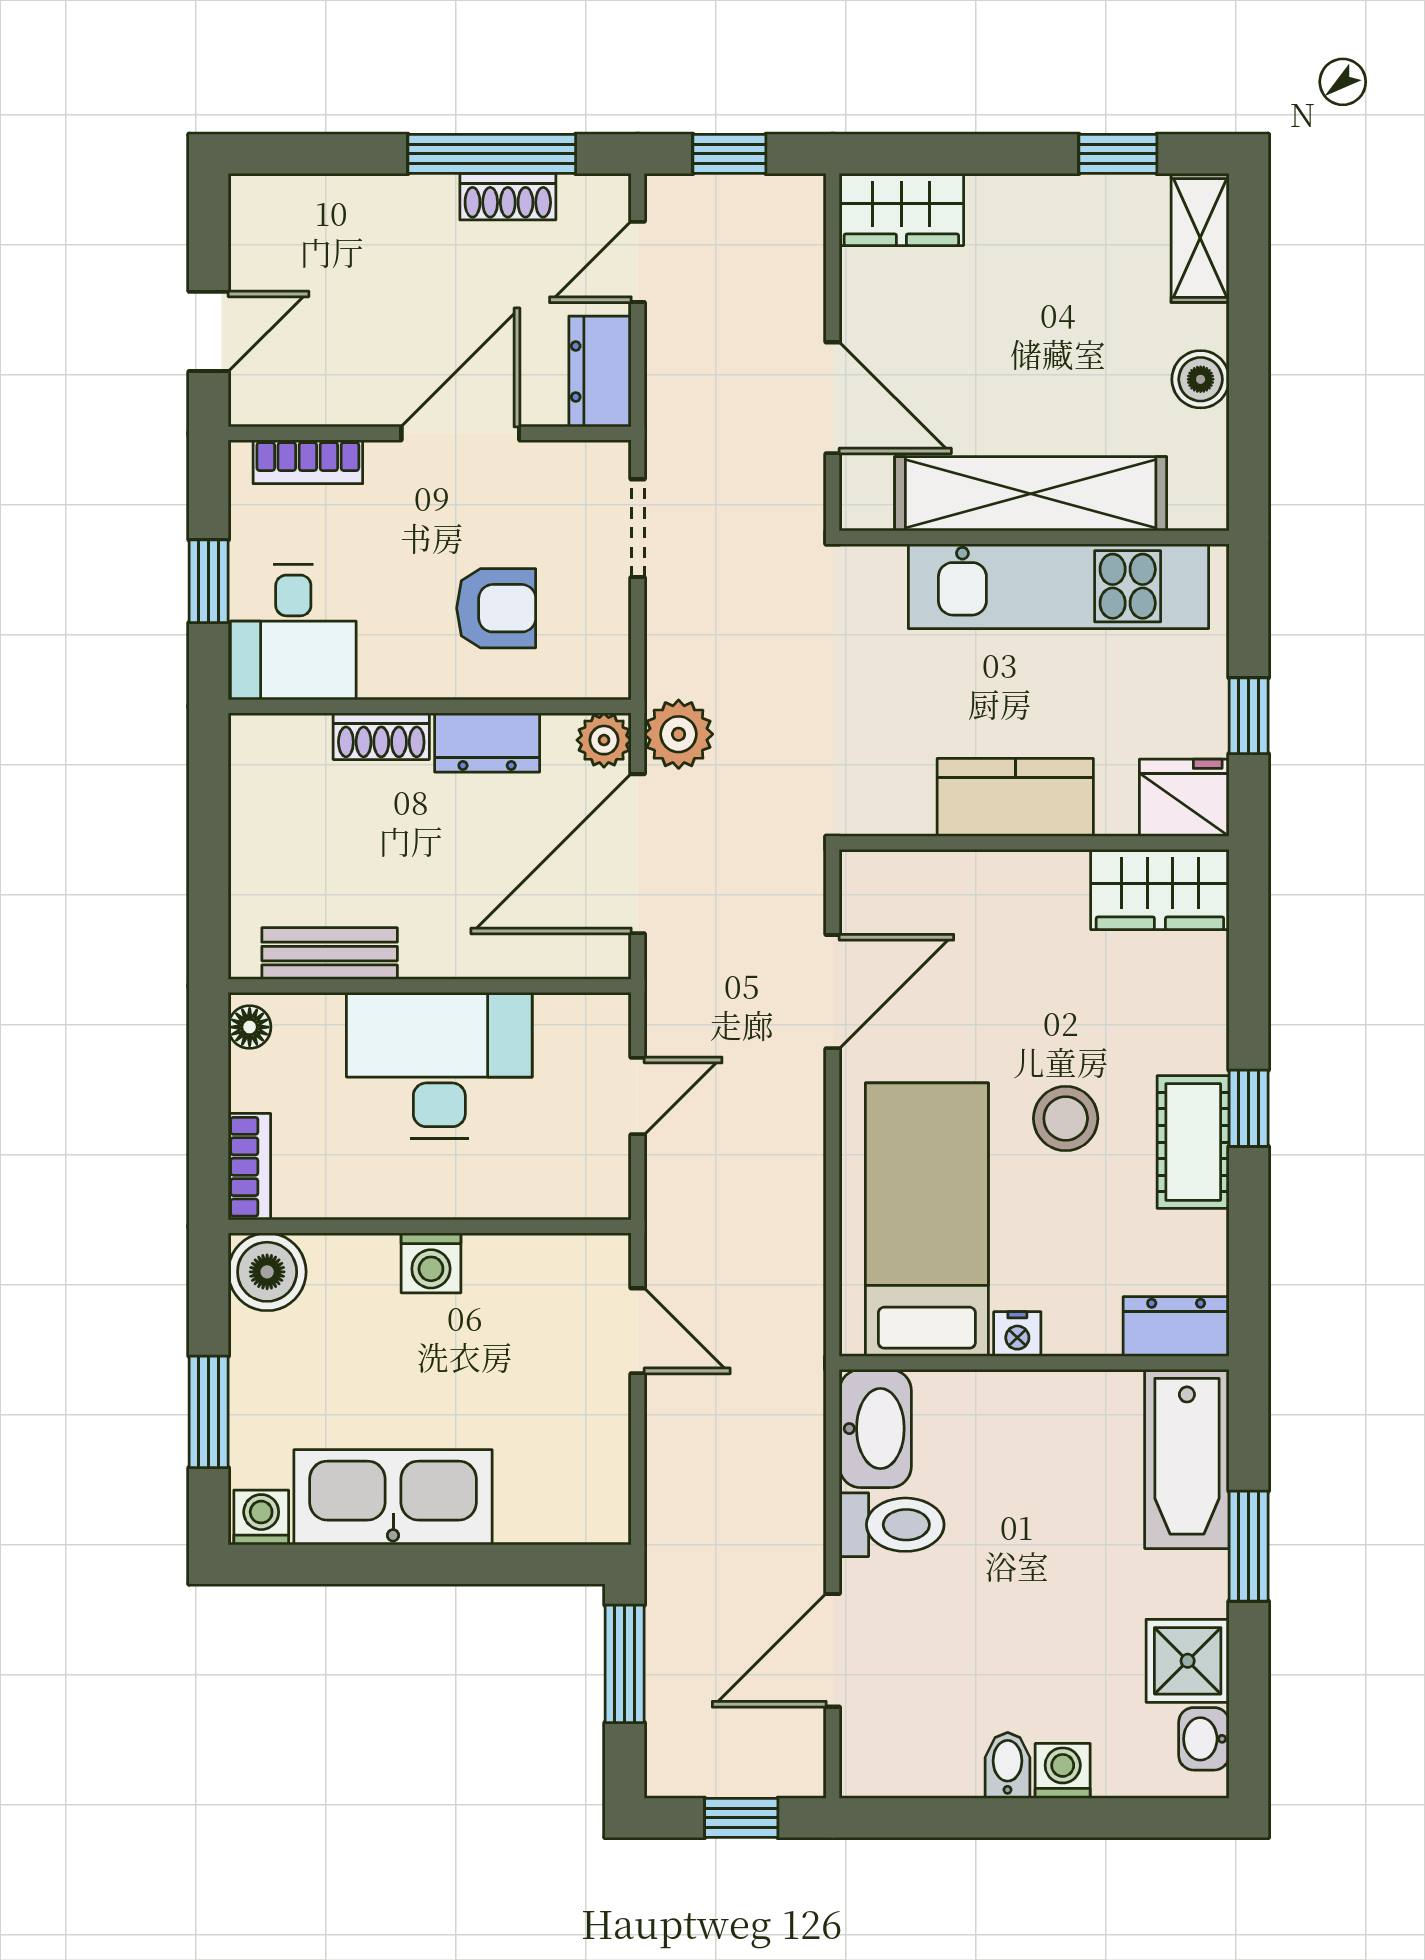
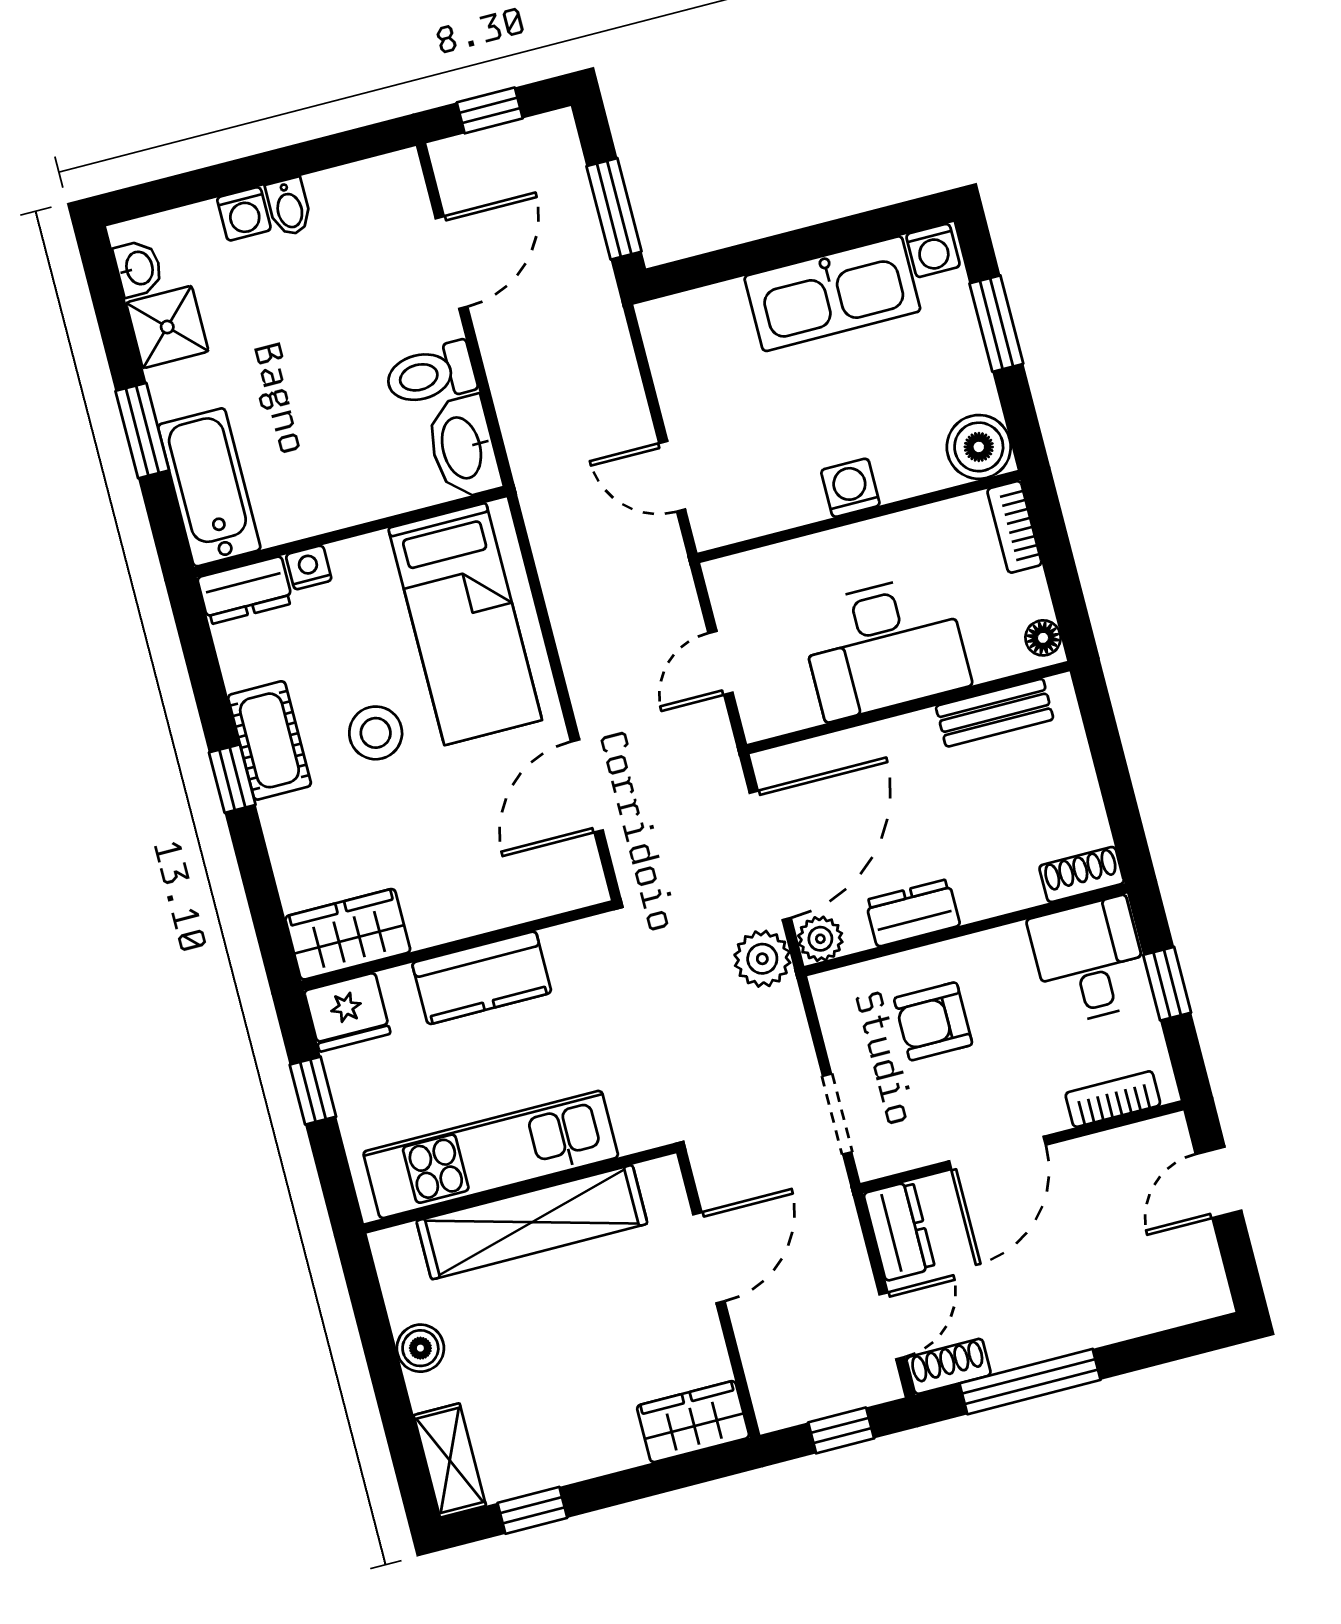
shoe rack: (508, 197) -> (949, 1366), moved
door: (833, 398) -> (709, 1258), swing flipped
shoe rack: (381, 736) -> (1082, 874), moved
nightstand: (1017, 1334) -> (309, 567), moved

